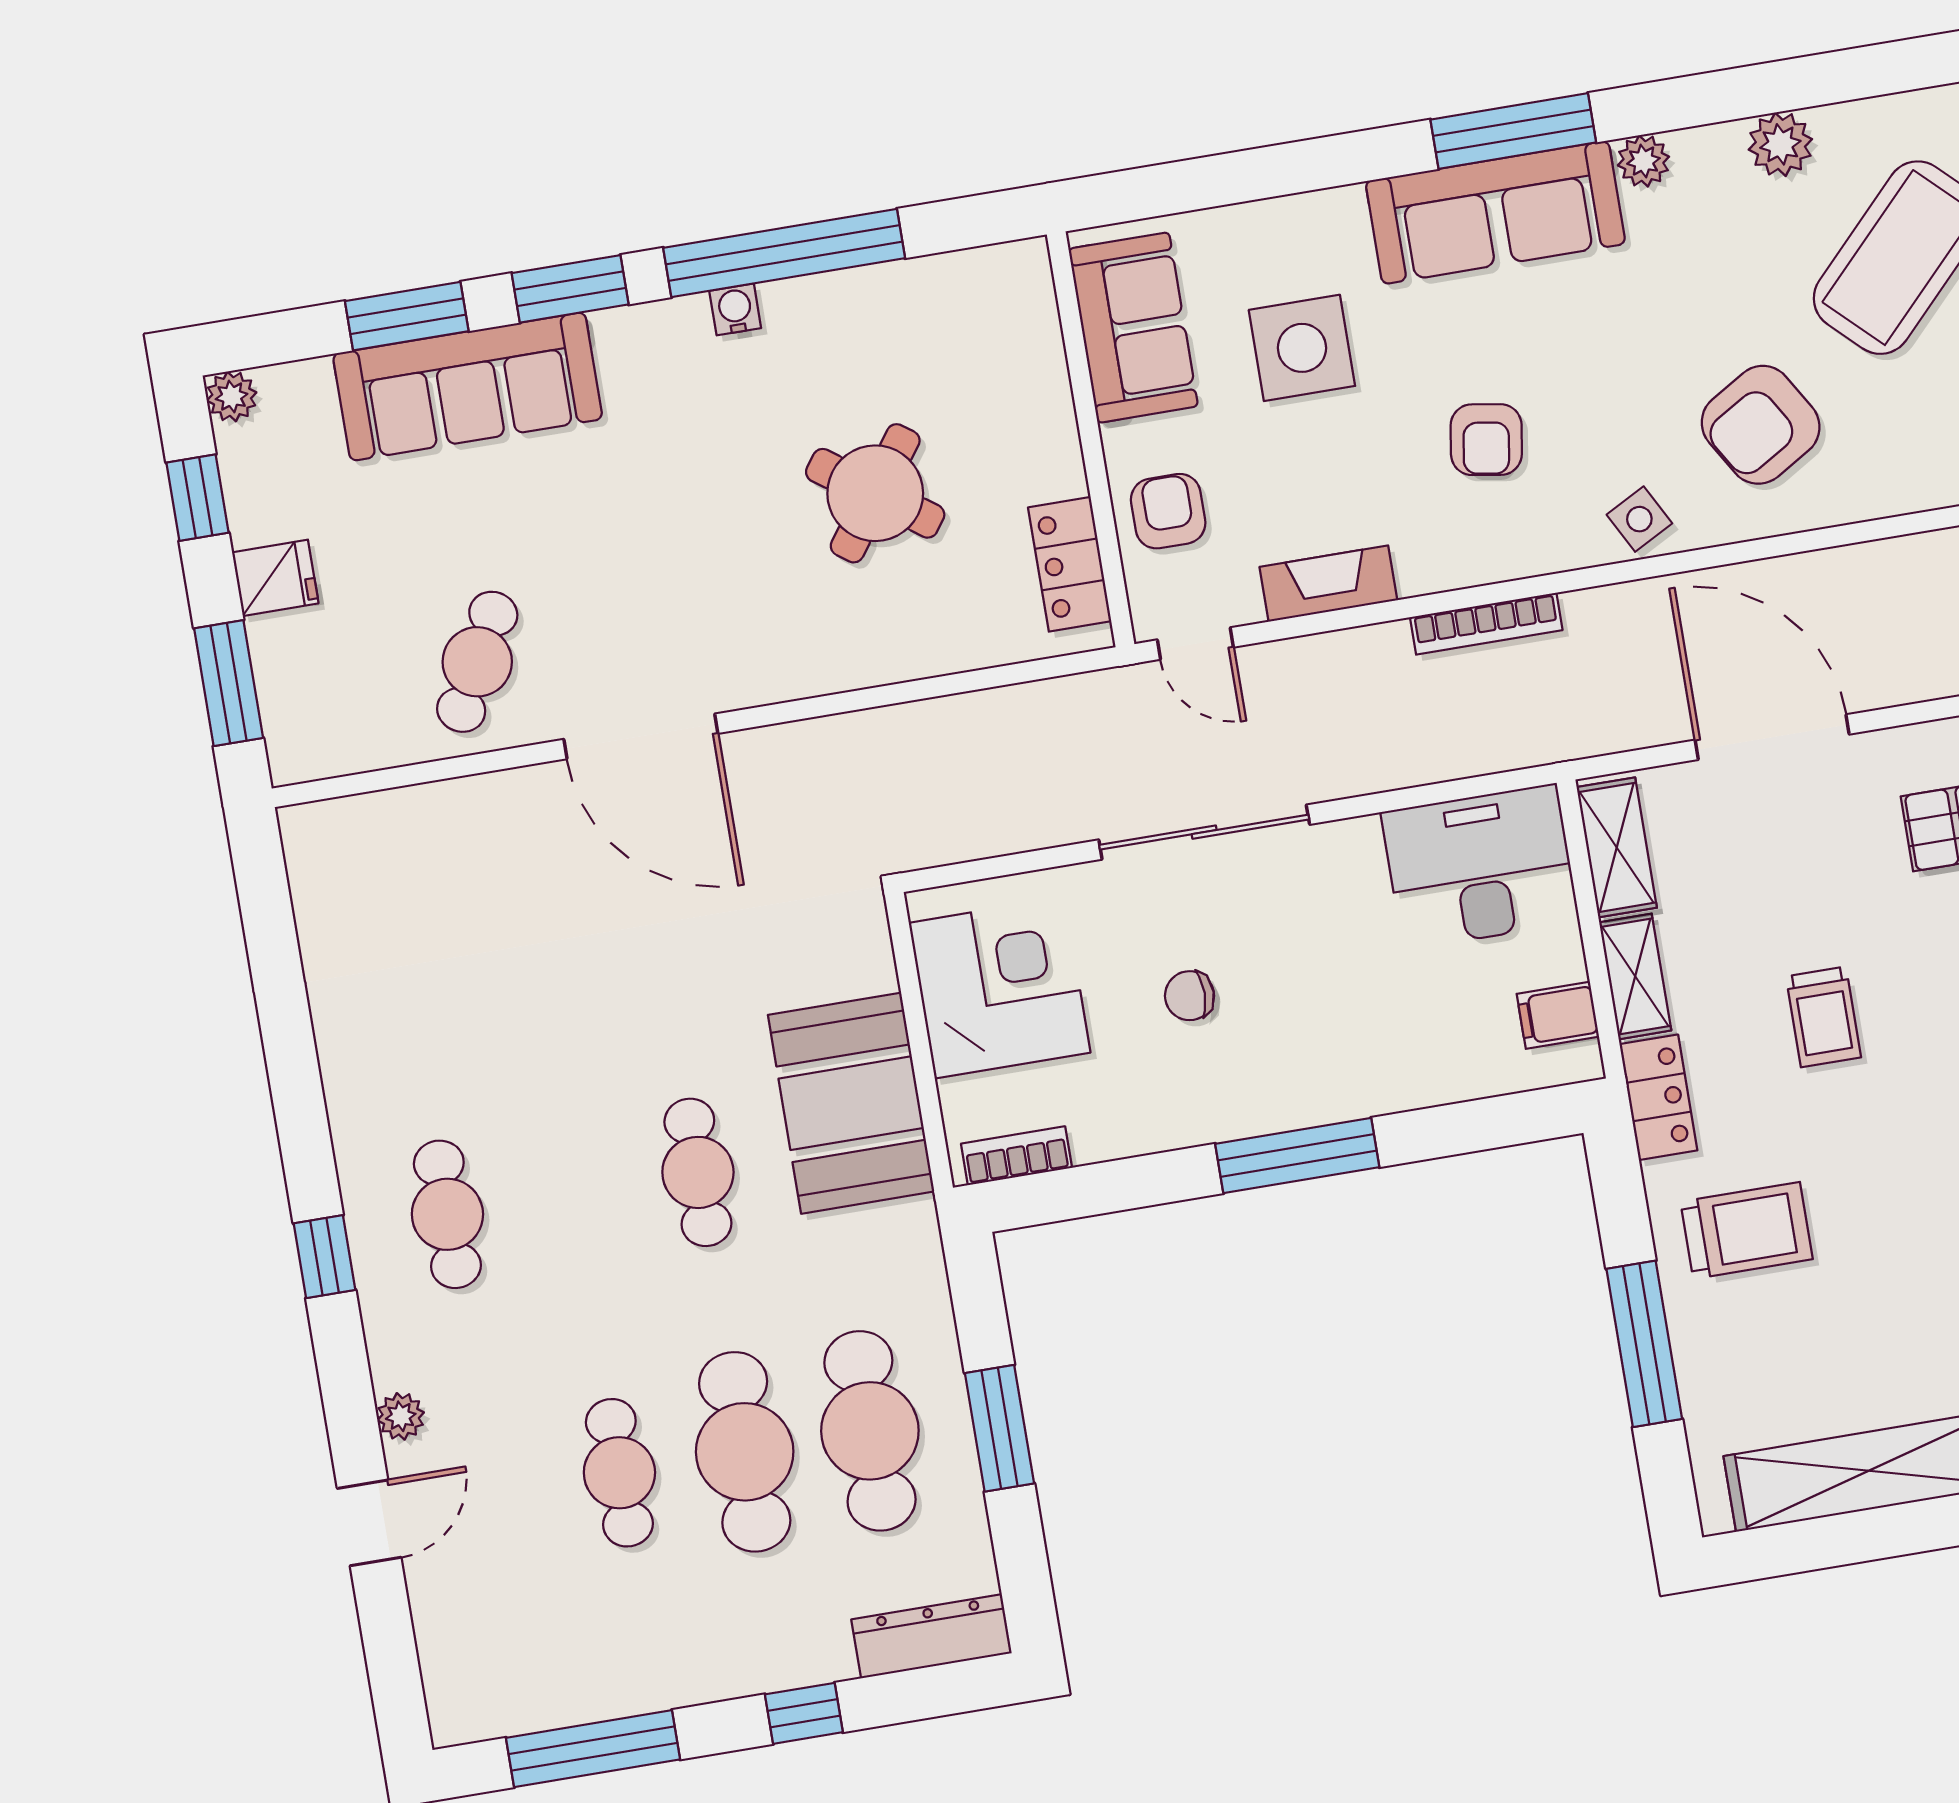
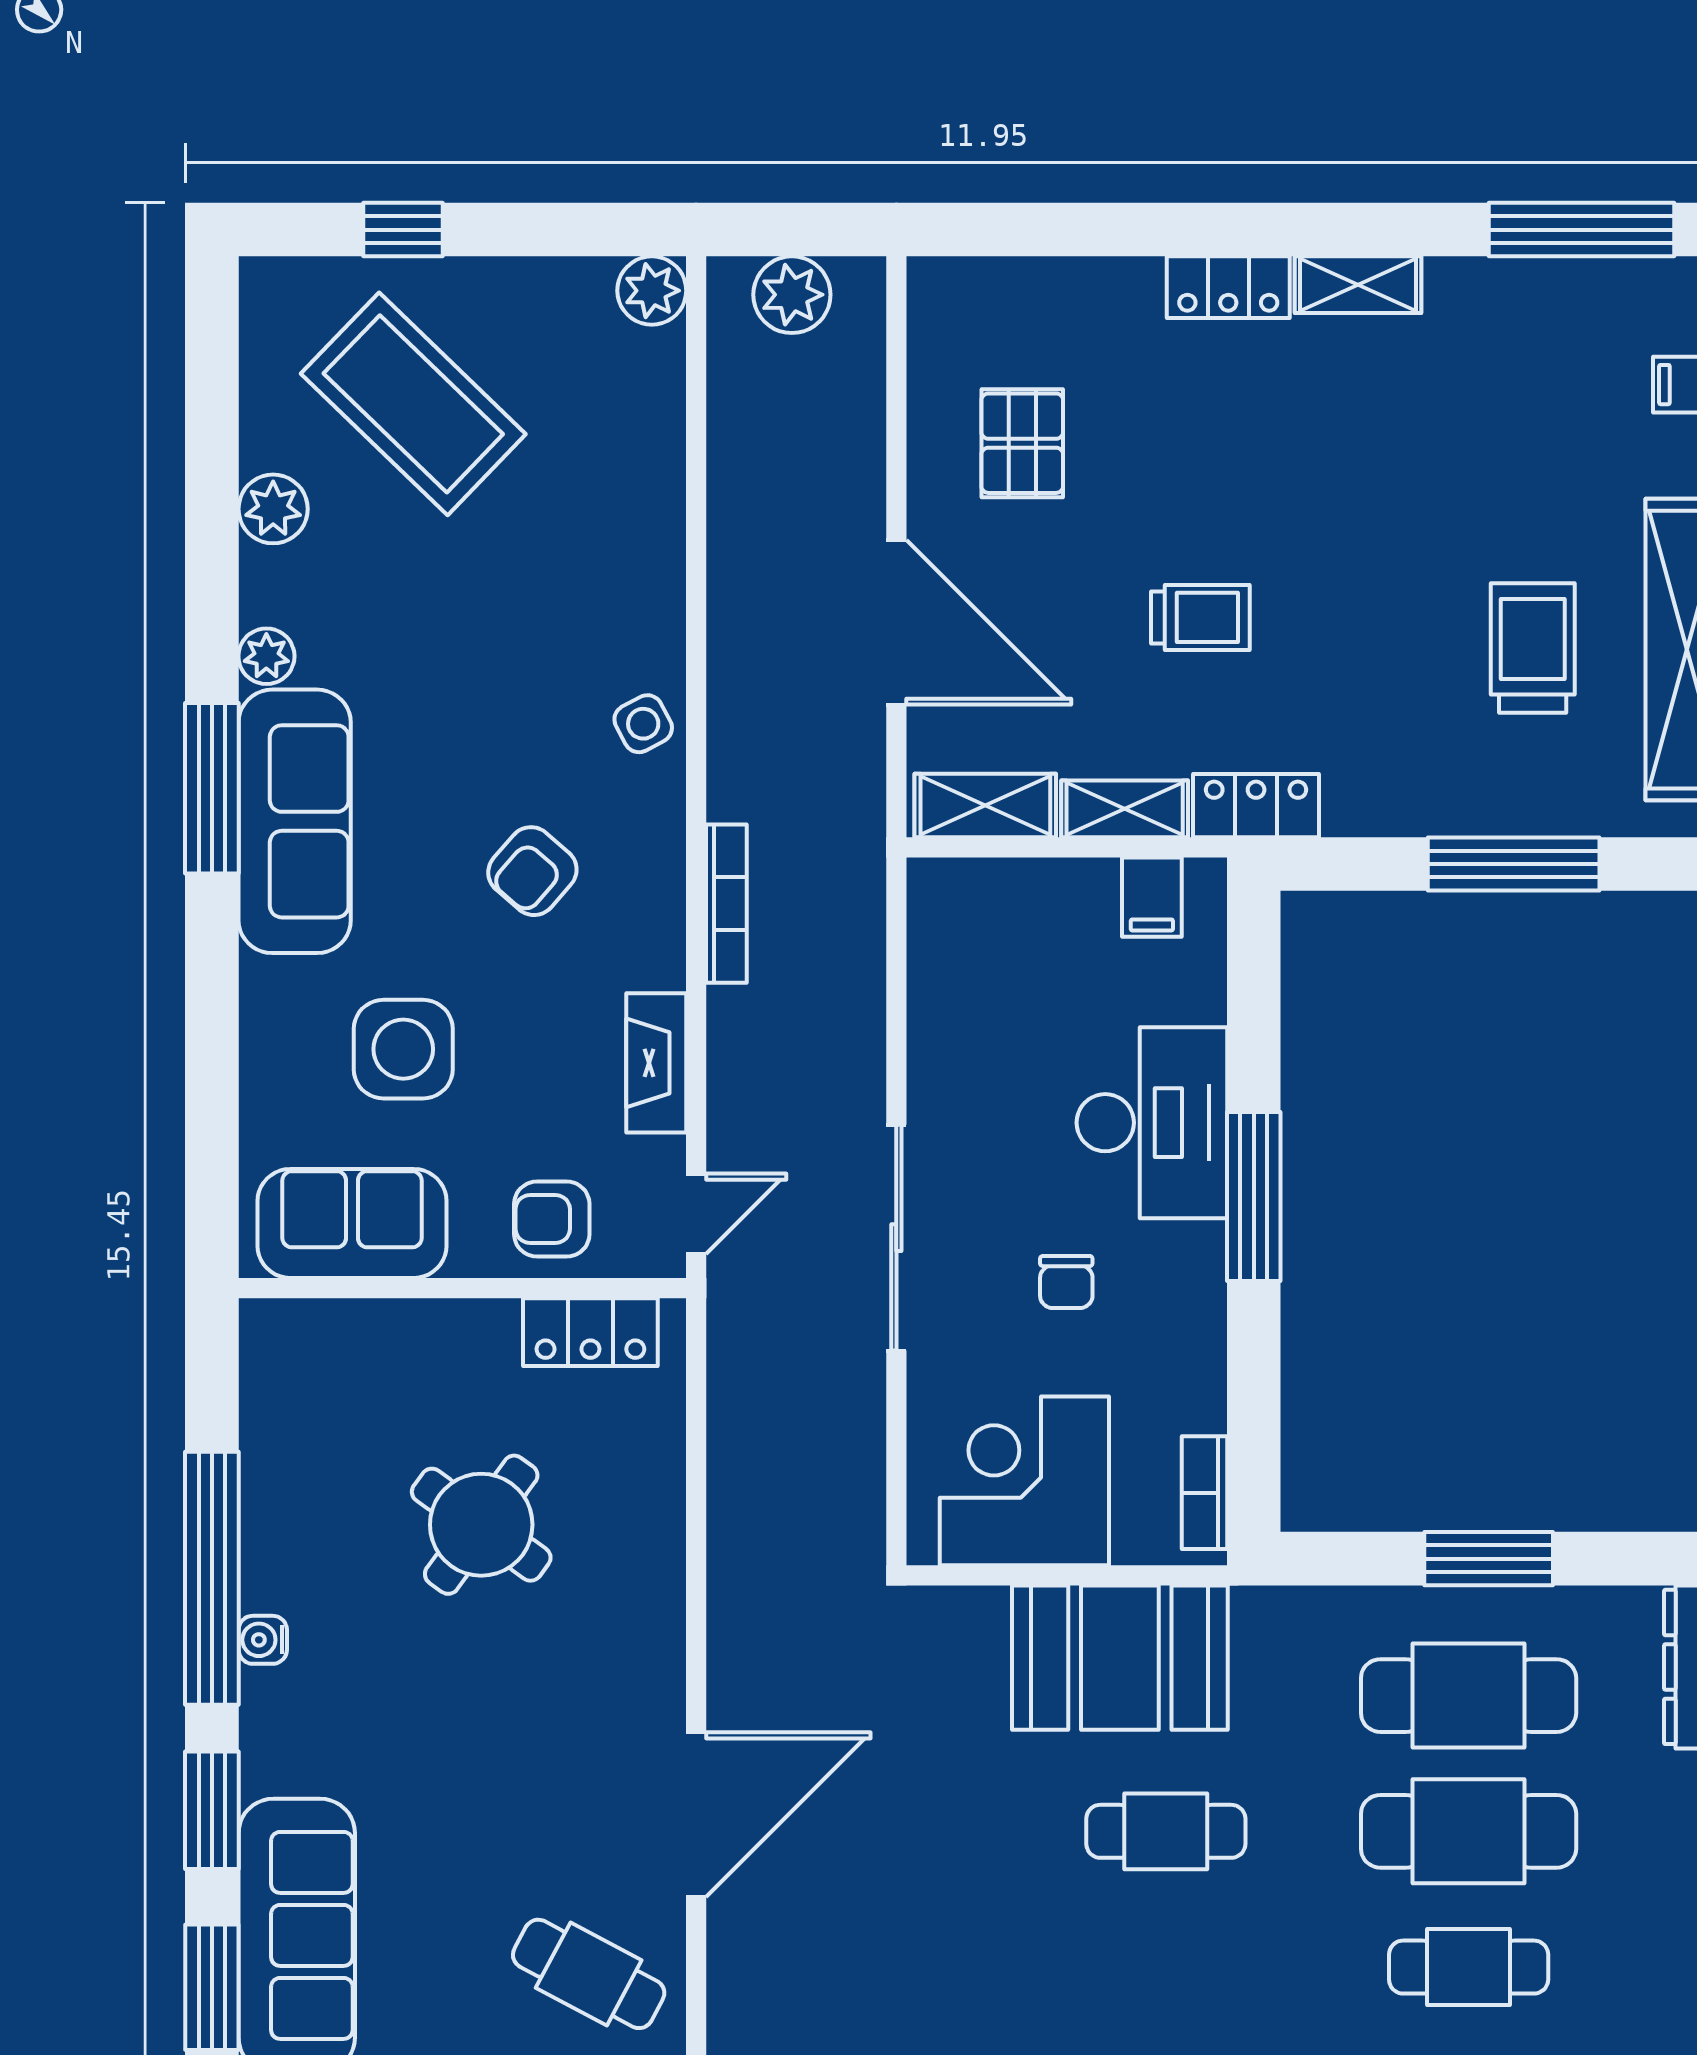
armchair: (1761, 425) -> (565, 579), removed
armchair: (1486, 440) -> (532, 871), turned 122
door: (1772, 737) -> (896, 622), swing flipped
desk: (1480, 867) -> (1152, 1123), moved, turned 180
trolley: (1747, 1230) -> (1533, 648), moved

